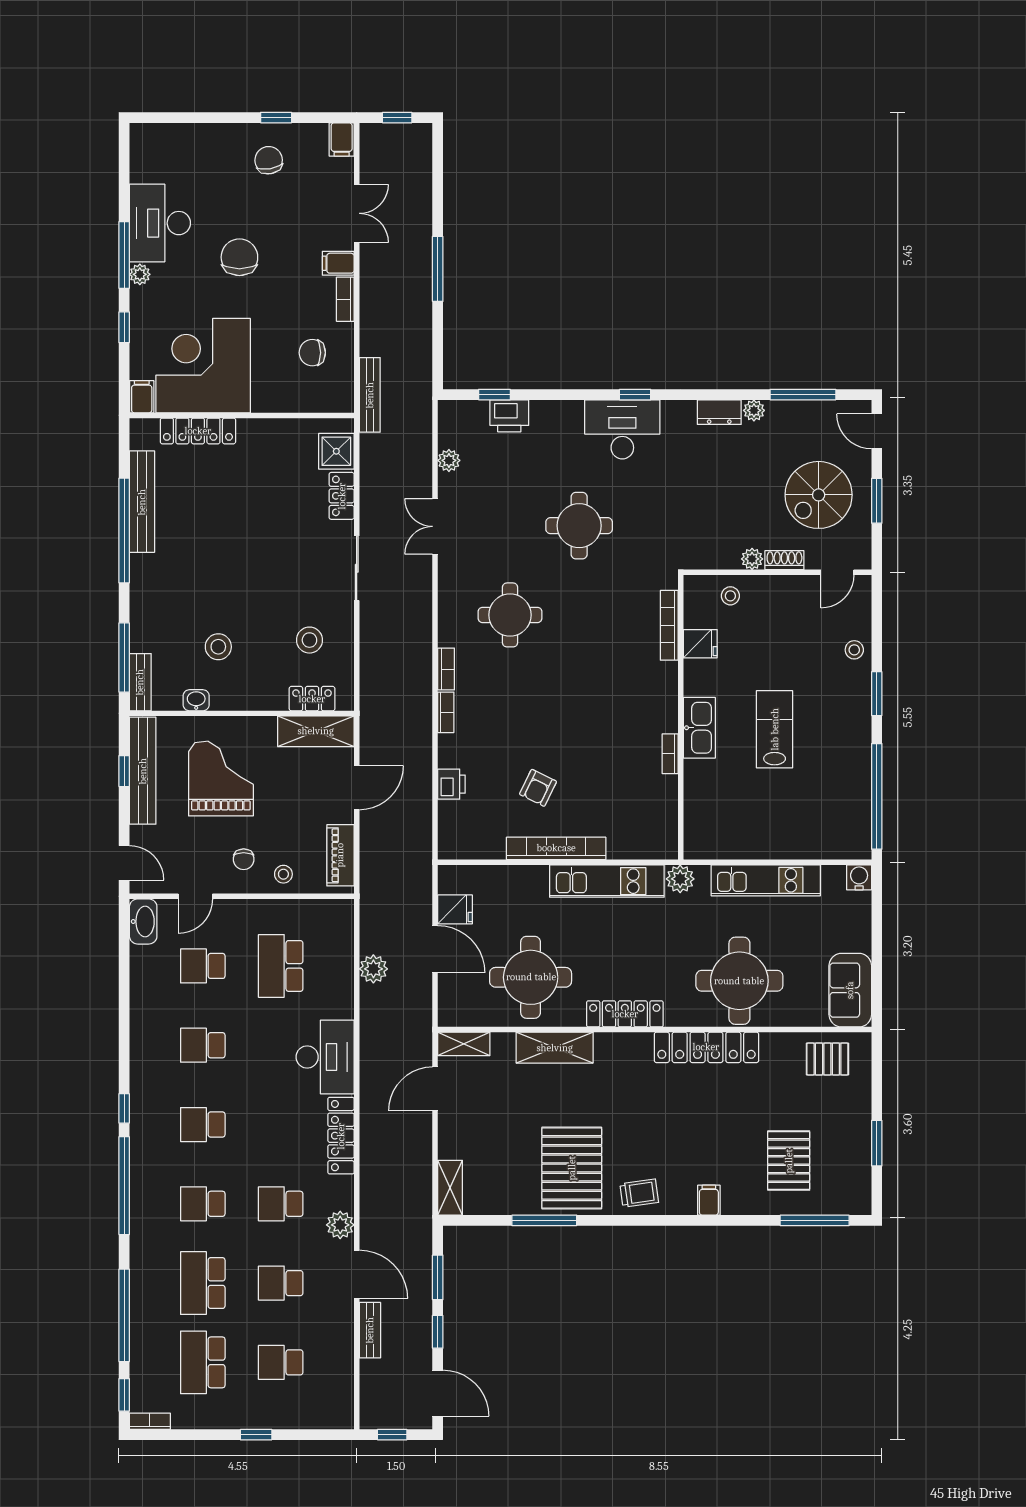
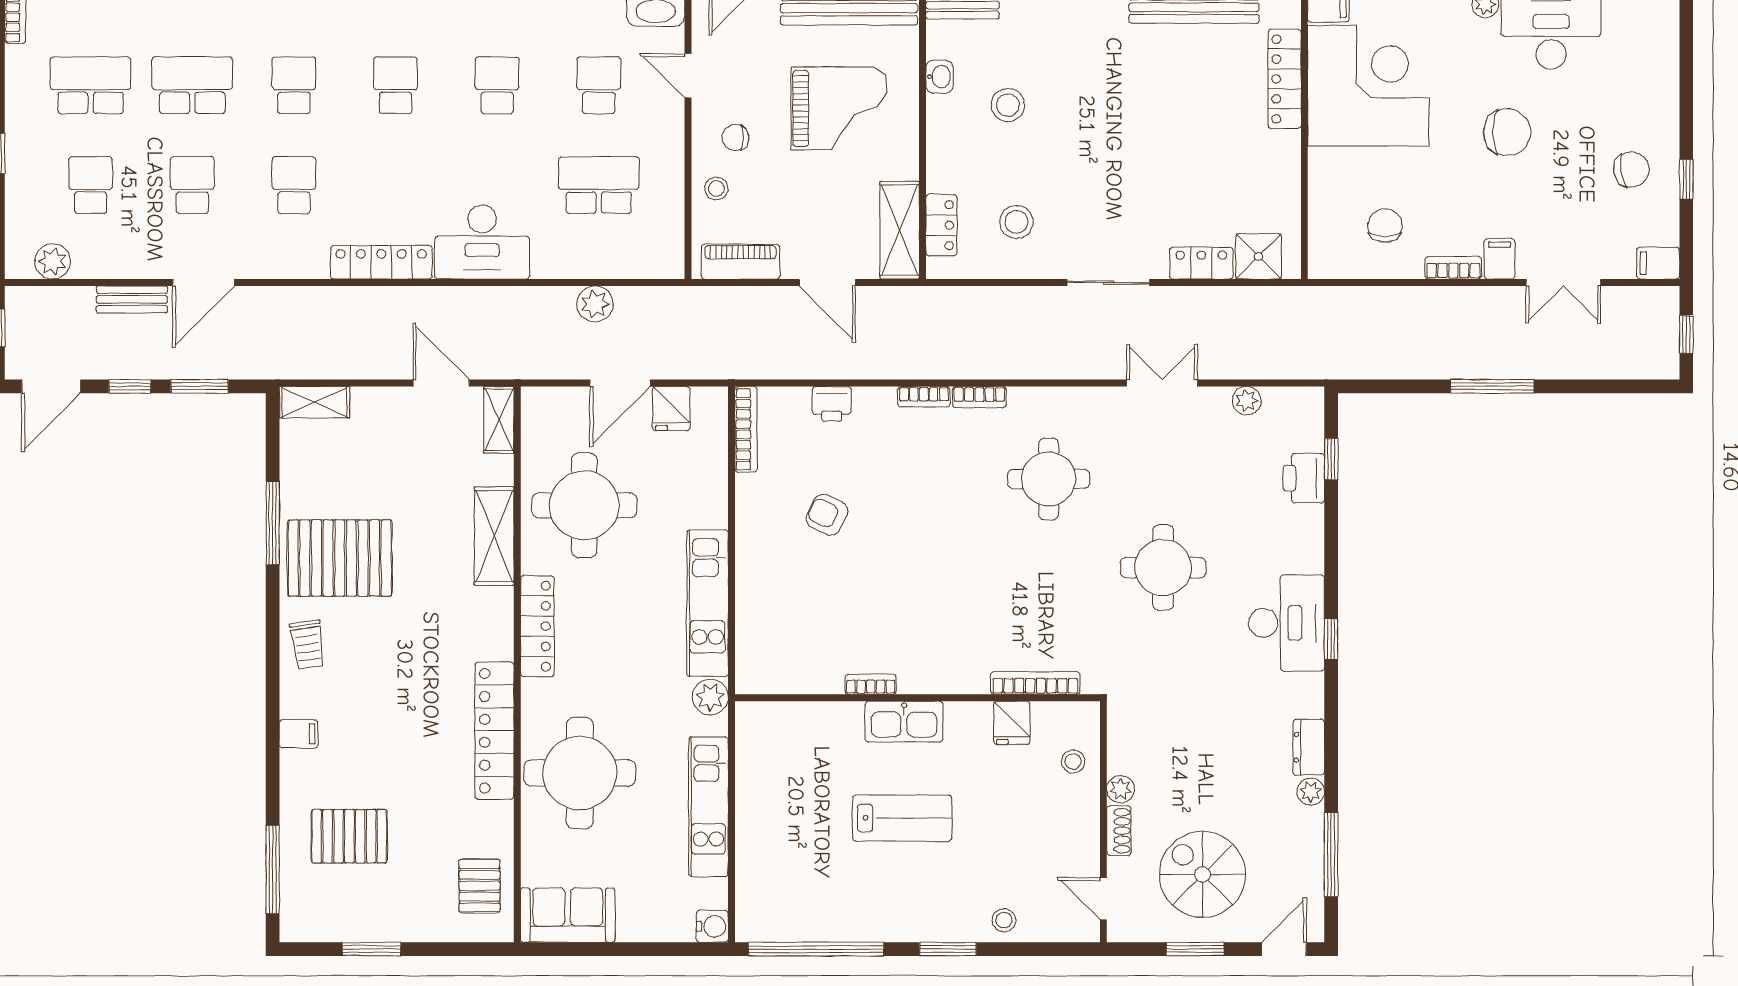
bench: (370, 395) -> (1331, 299), removed
bookcase: (556, 848) -> (746, 429), moved, width x0.68, depth x0.76
plant: (340, 1225) -> (53, 261), moved

